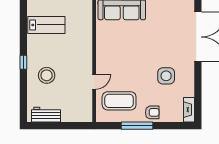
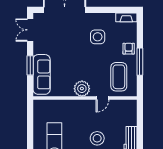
plant: (105, 57) -> (82, 89), added
door: (94, 82) -> (102, 98), swing flipped

